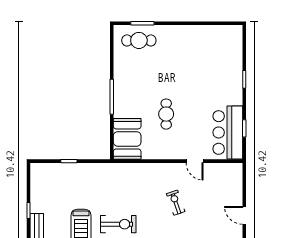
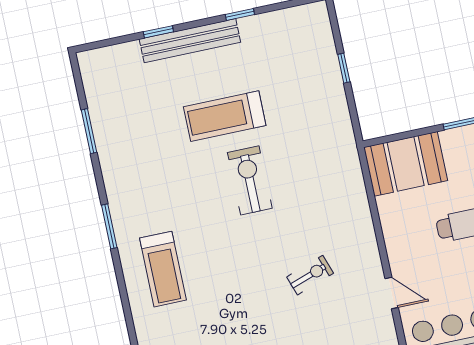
door: (195, 161) -> (392, 293), swing flipped
exercise bike: (118, 224) -> (250, 180), turned 180

